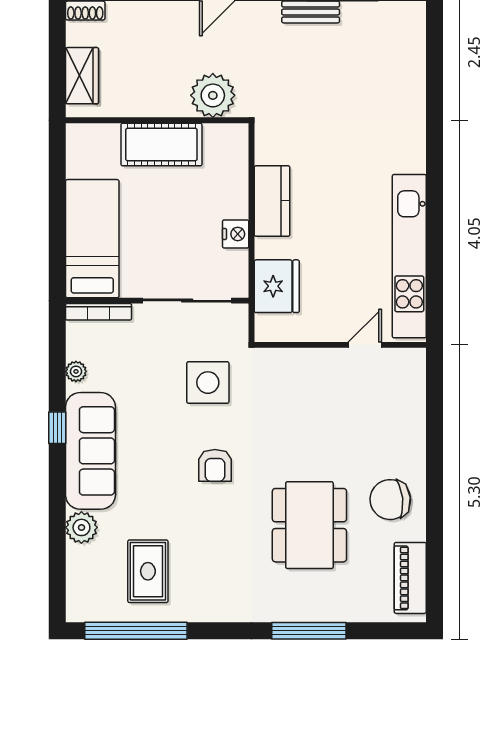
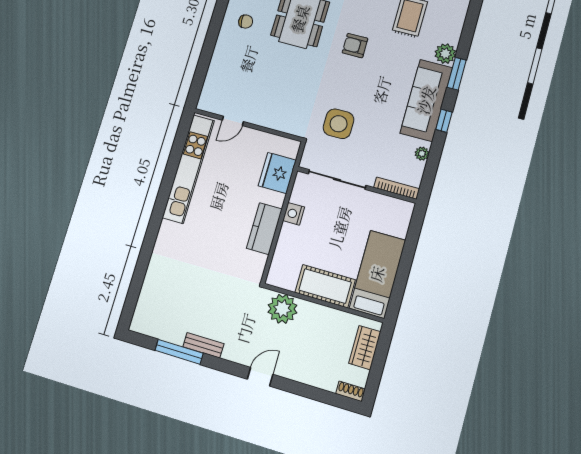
bed: (92, 239) -> (377, 274), moved, turned 180
armchair: (215, 465) -> (355, 46), moved, turned -90
chair: (390, 500) -> (246, 22), width x0.54, depth x0.54
window: (57, 502) -> (457, 74), added

